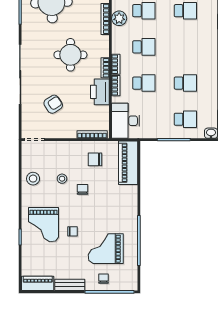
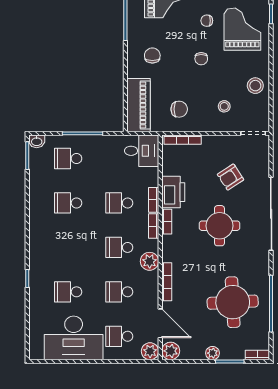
plant: (119, 18) -> (150, 261), moved
round table: (70, 55) -> (219, 226), moved
desk: (126, 121) -> (142, 151), width x0.73
stool: (62, 179) -> (224, 106), moved
chair: (82, 189) -> (201, 59), moved
chair: (117, 203) -> (152, 56), added

